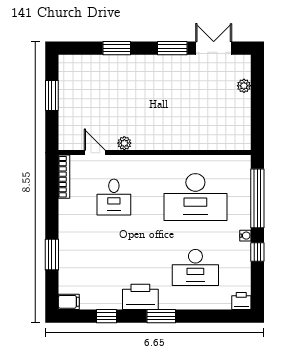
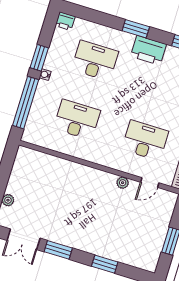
door: (95, 153) -> (150, 183), hinge flipped
desk: (114, 197) -> (145, 140), width x1.37
desk: (195, 197) -> (77, 120), width x0.73, depth x0.77
window: (257, 252) -> (39, 58), width x1.50

